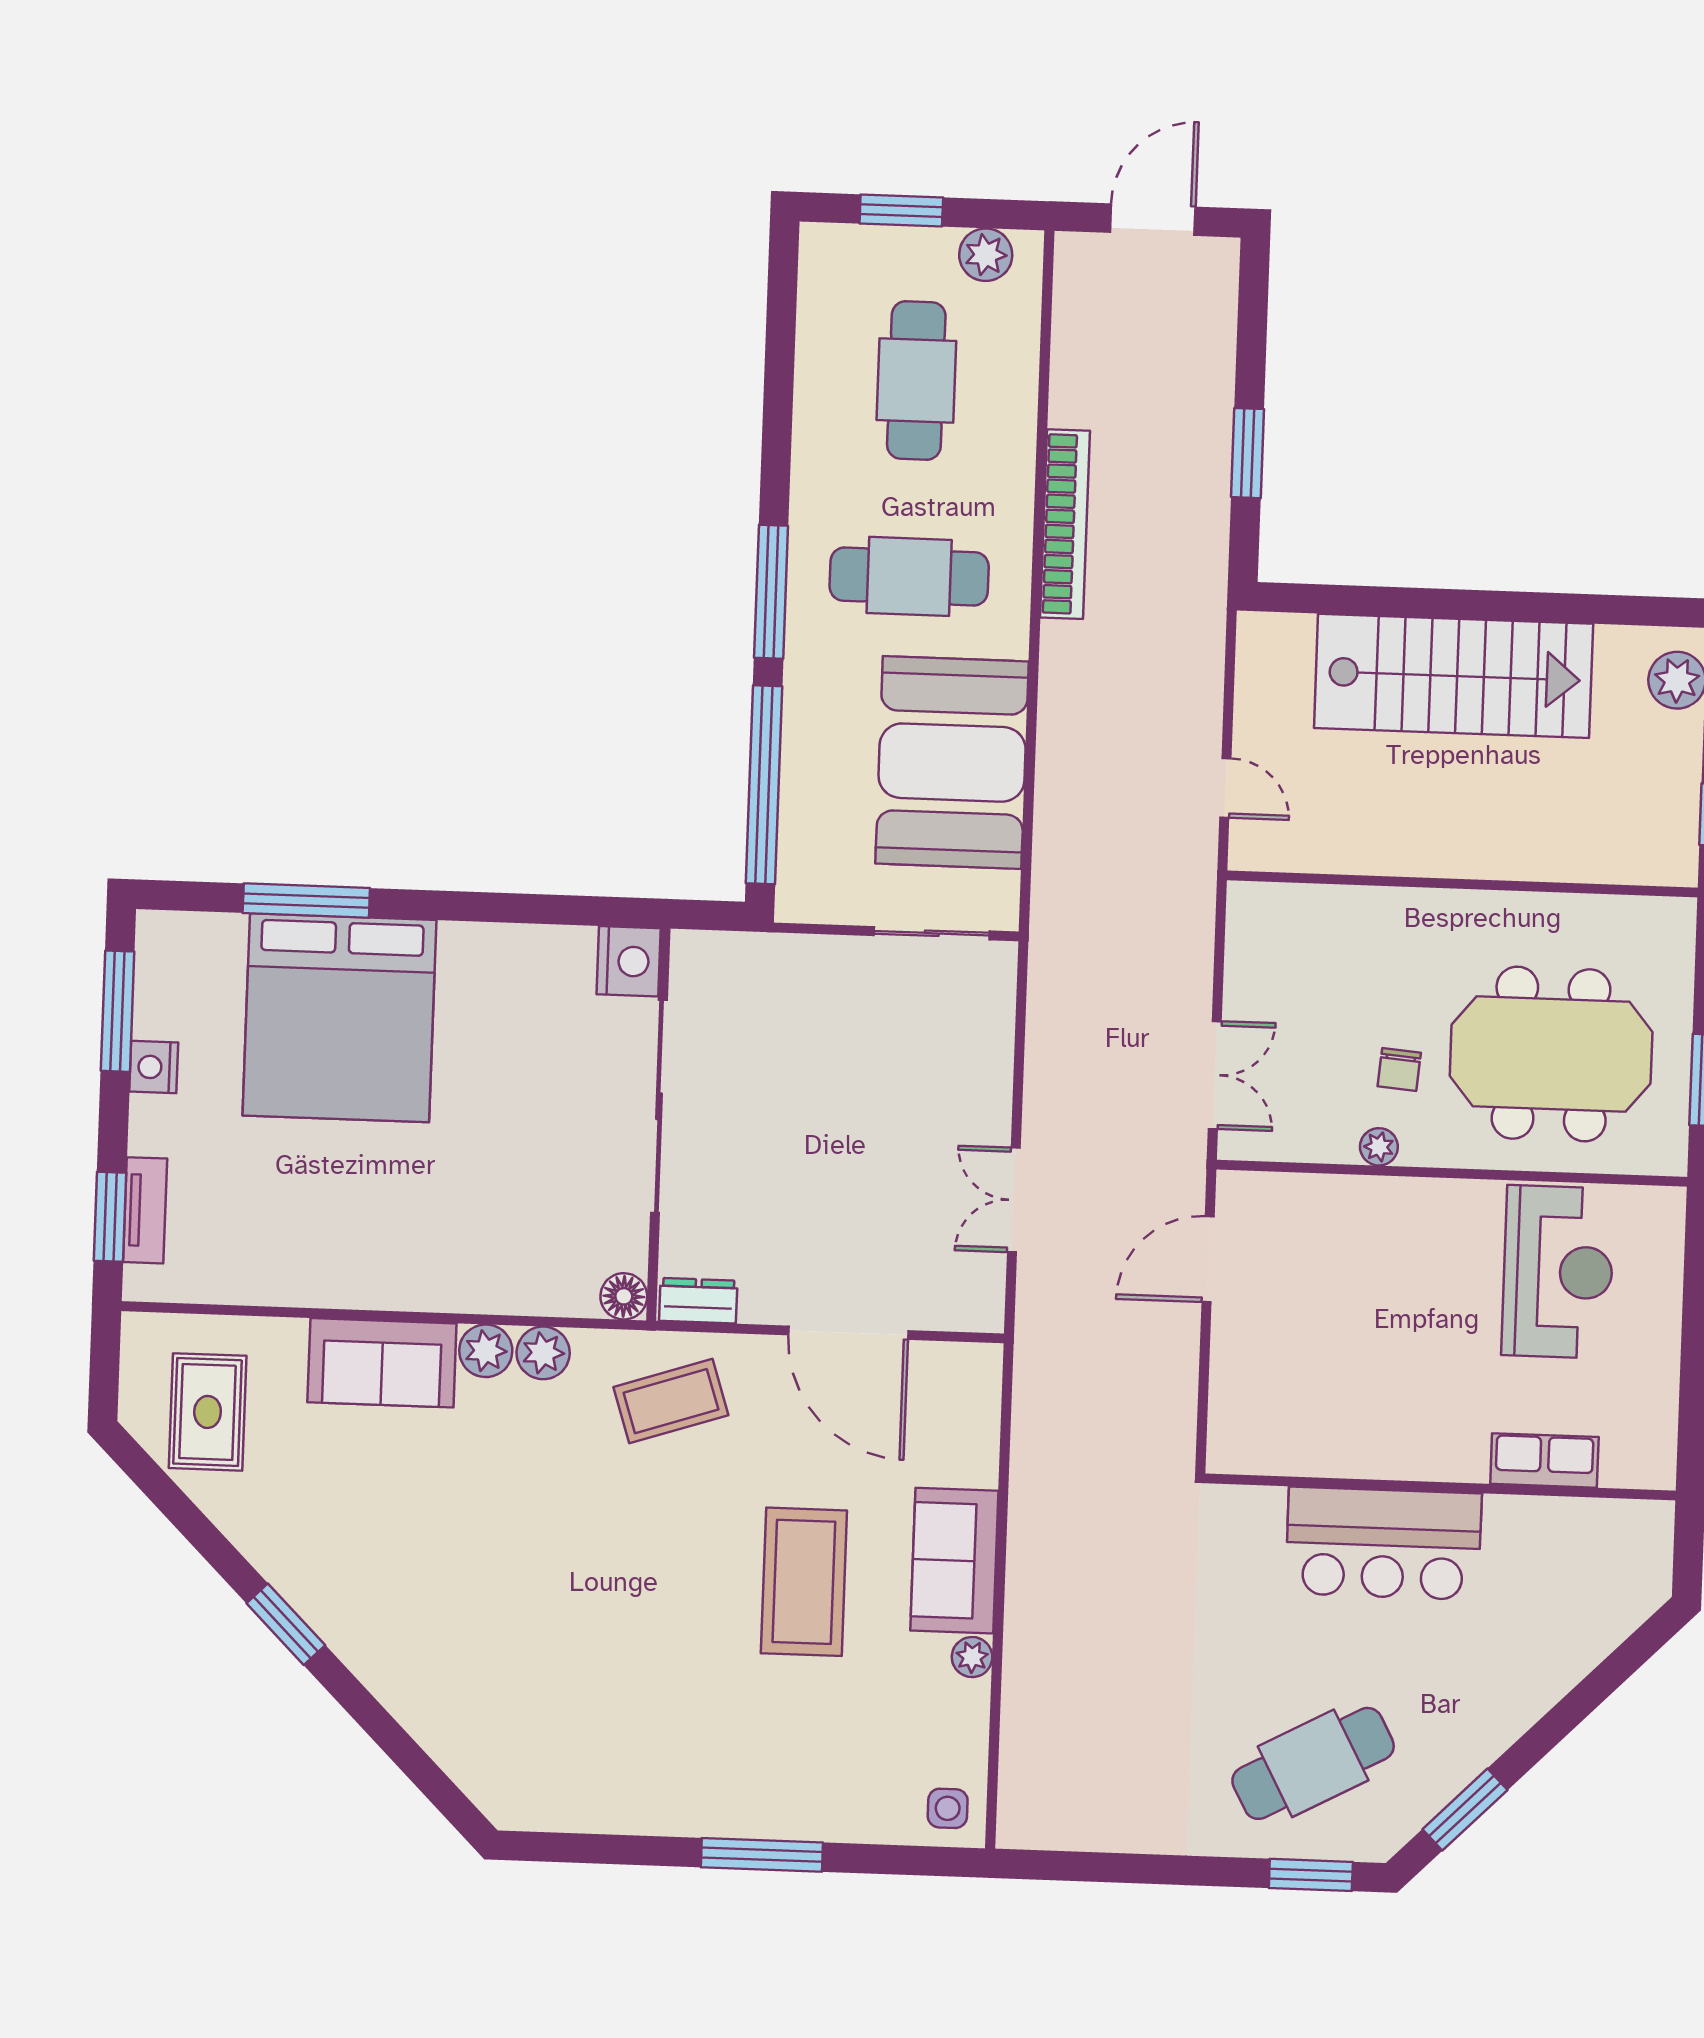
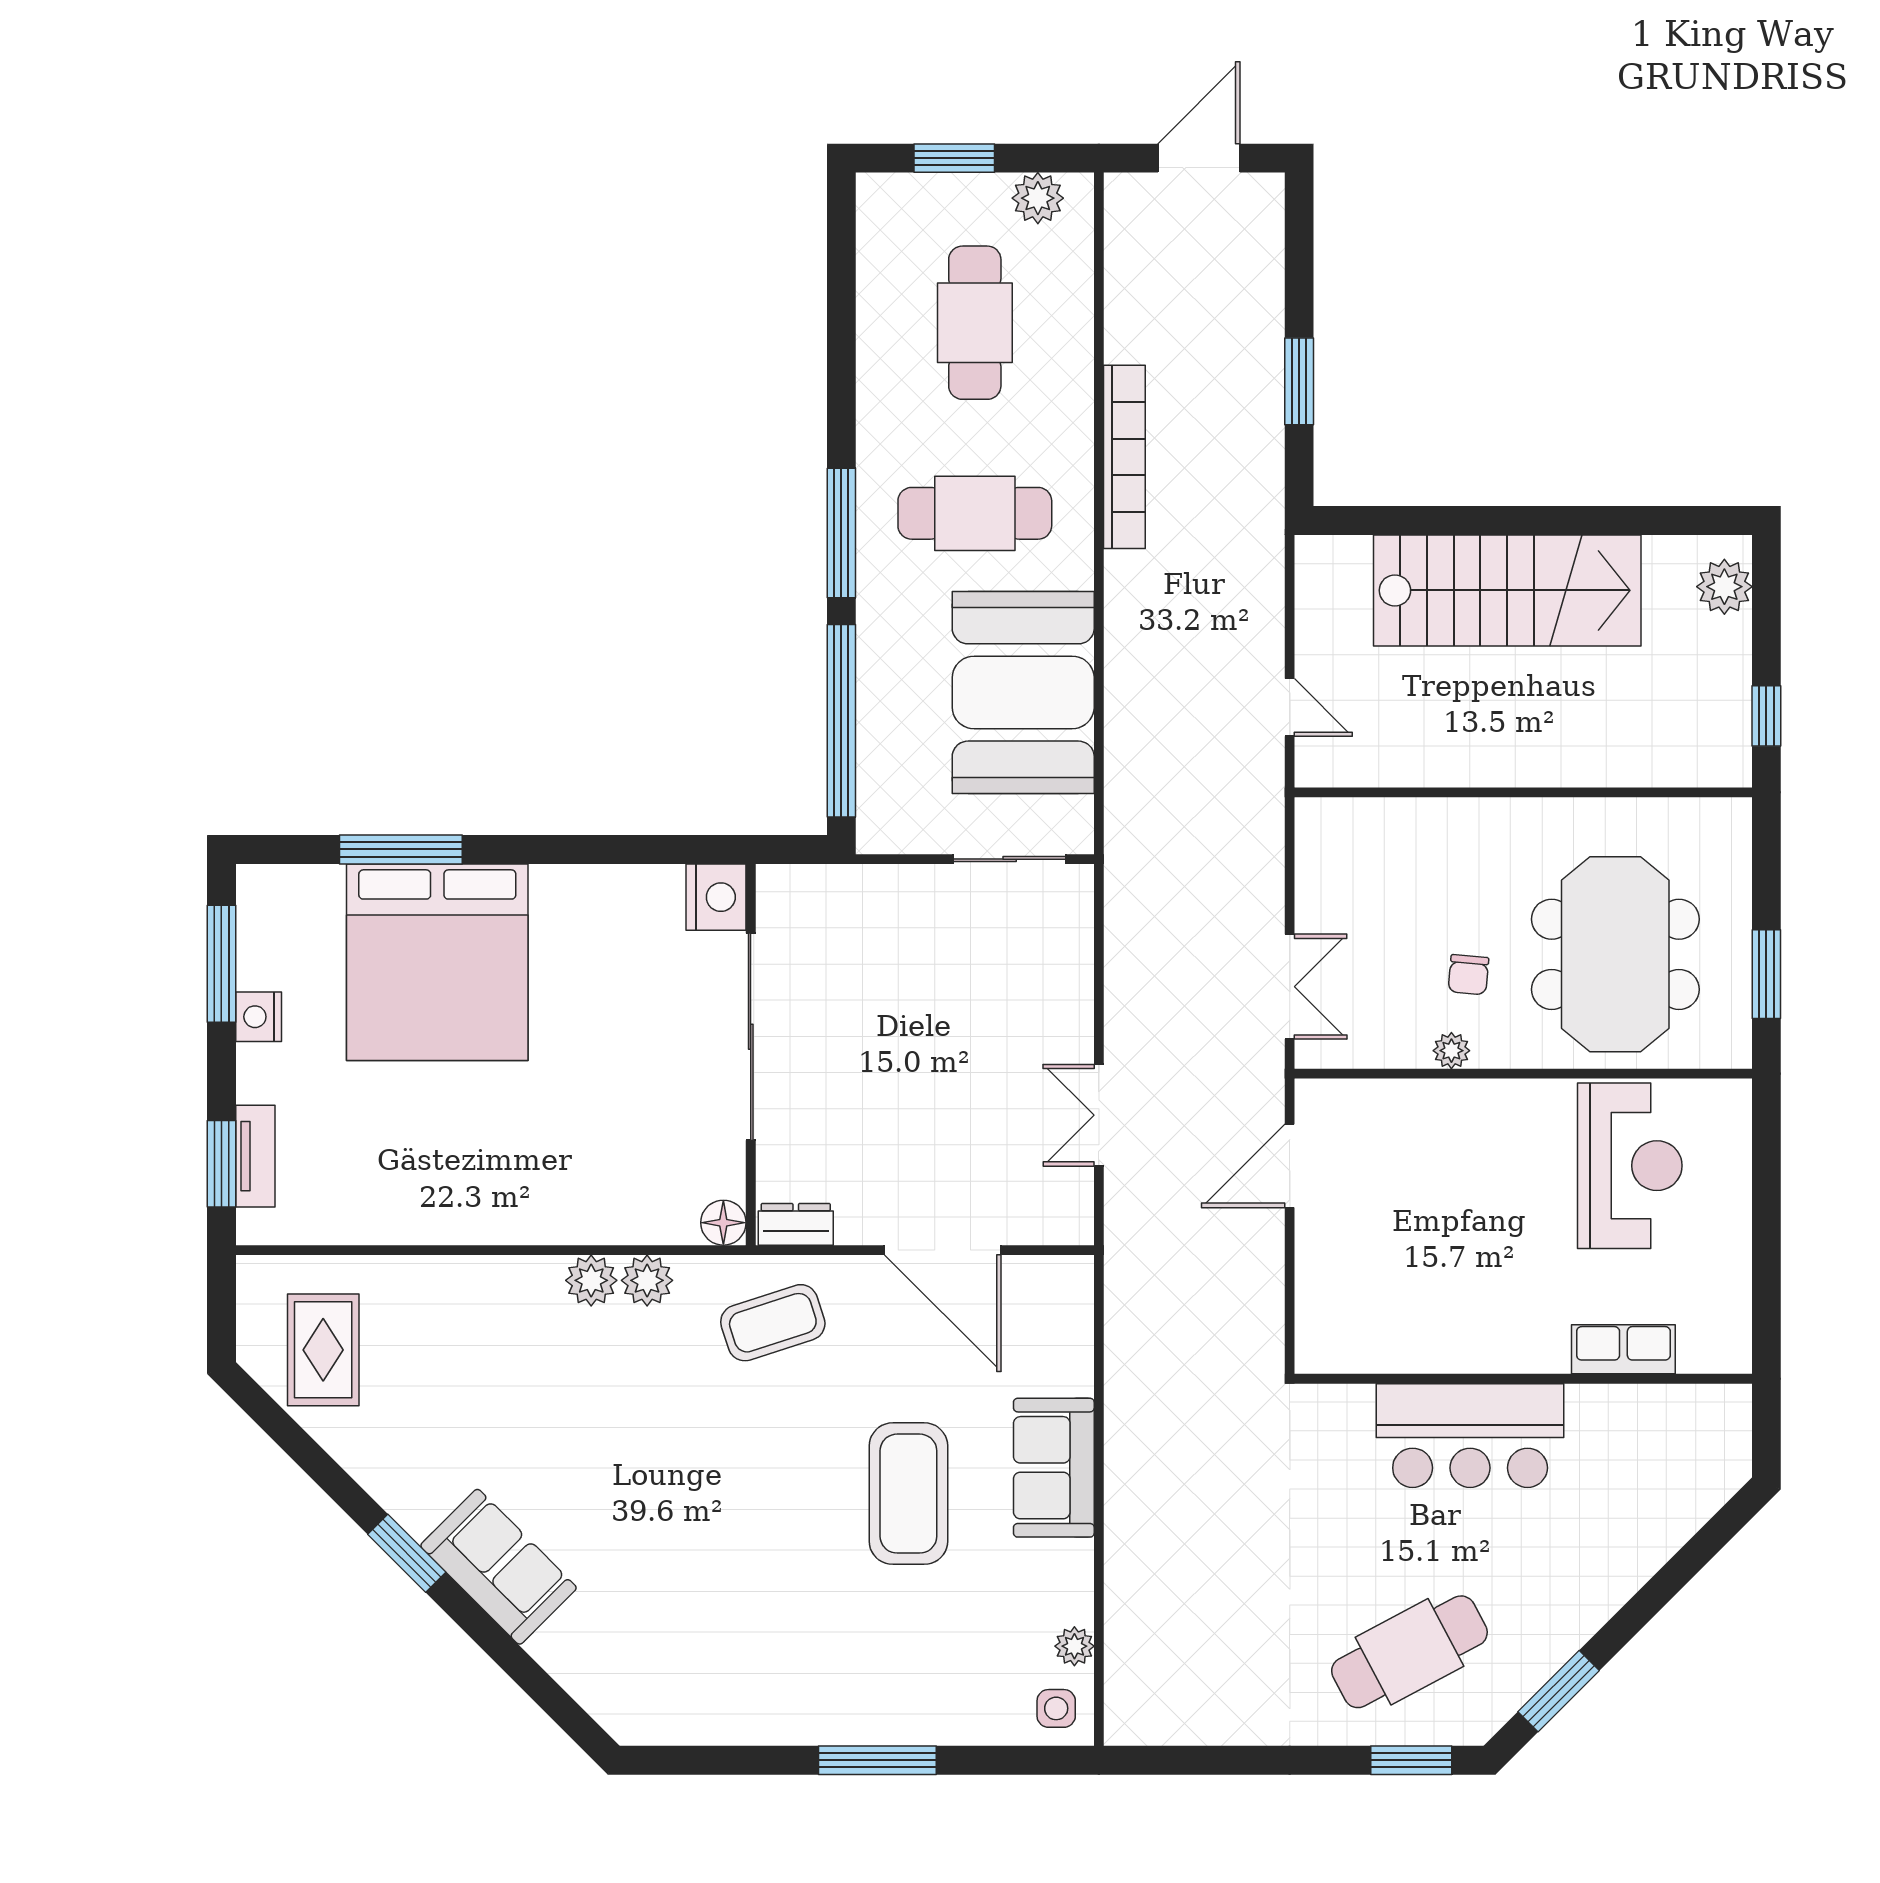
meeting table: (1551, 1054) -> (1615, 954), turned 90
sofa: (382, 1363) -> (499, 1567), moved, turned -135
plant: (972, 1657) -> (1074, 1646), moved

